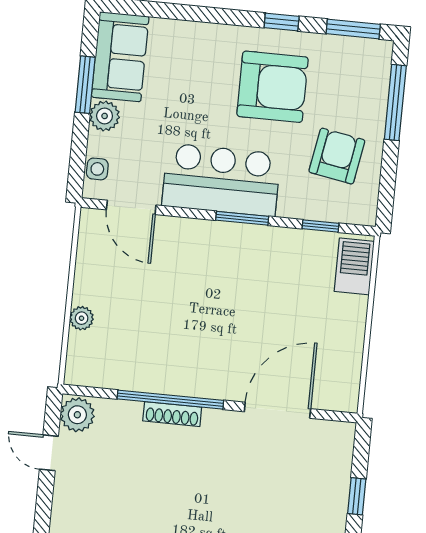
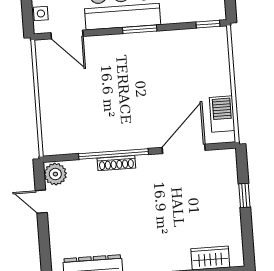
window: (321, 226) -> (208, 24), moved
barbecue: (354, 266) -> (222, 114), moved
plant: (82, 318) -> (47, 111), removed

